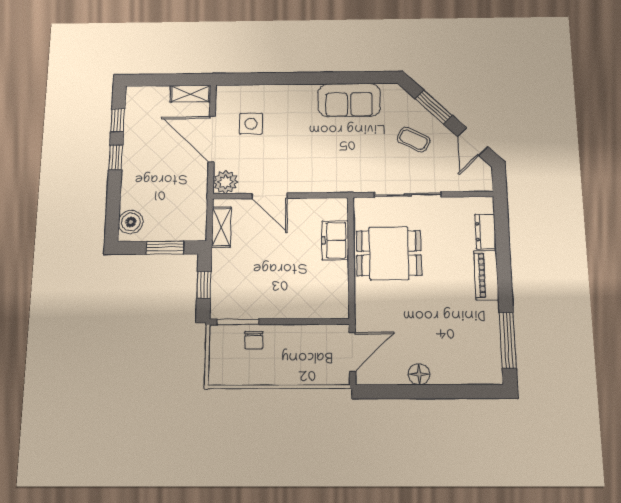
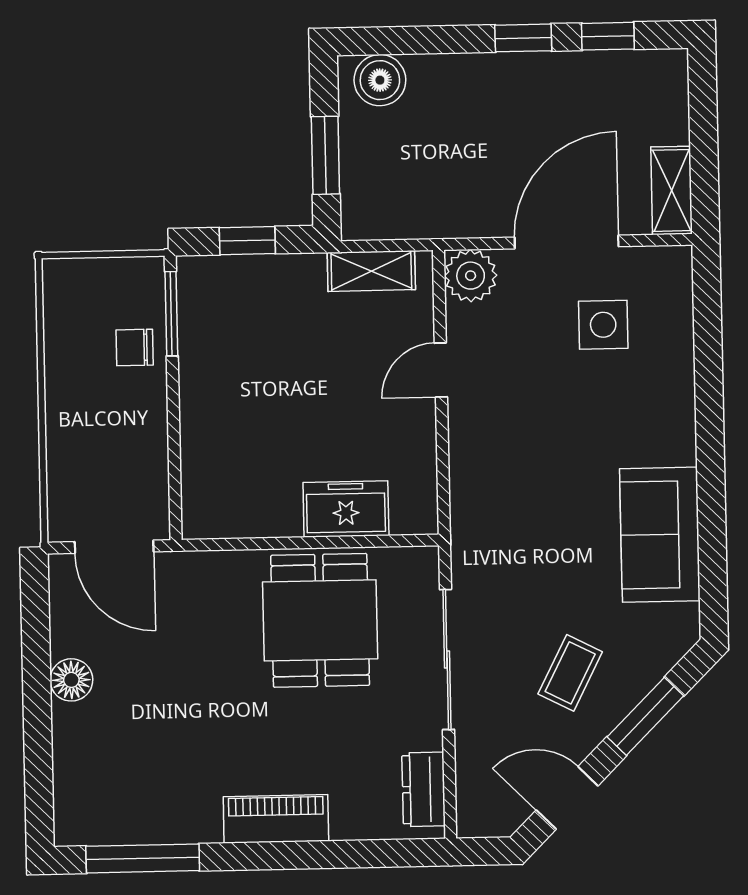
door: (270, 196) -> (441, 370), width x0.73
dresser: (485, 232) -> (424, 789), moved, turned -90

